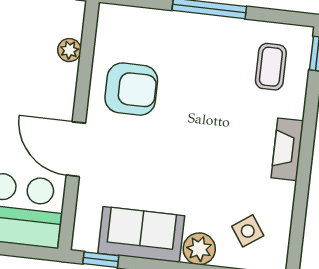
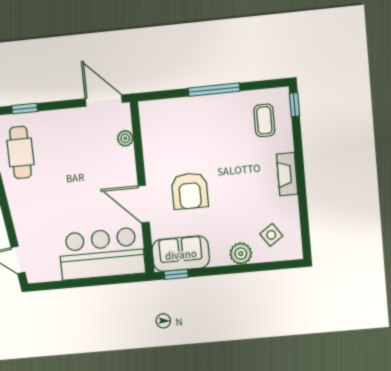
armchair: (131, 89) -> (190, 191), moved, turned 90
sofa: (141, 234) -> (181, 254), moved

